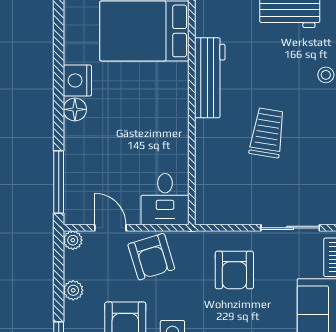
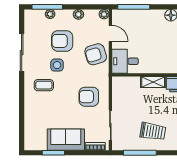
trolley: (267, 133) -> (153, 131), moved
shelving: (206, 144) -> (153, 82), added
door: (110, 228) -> (110, 33), hinge flipped

